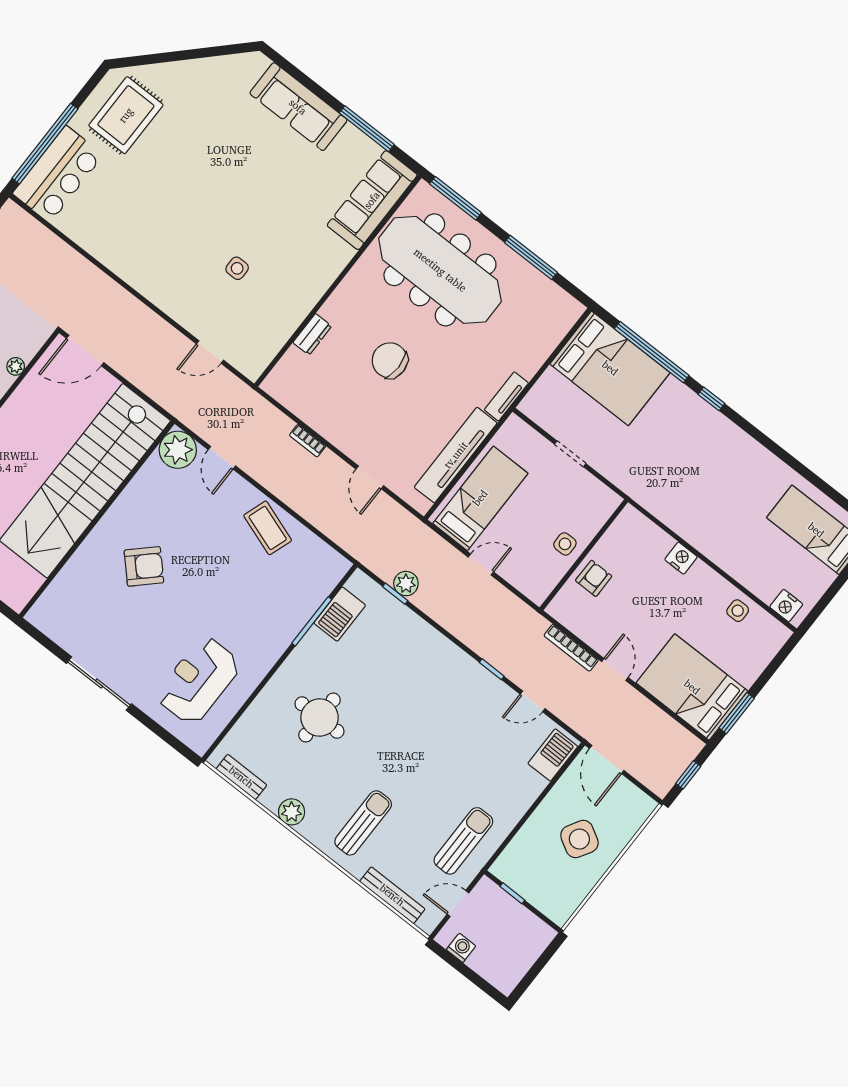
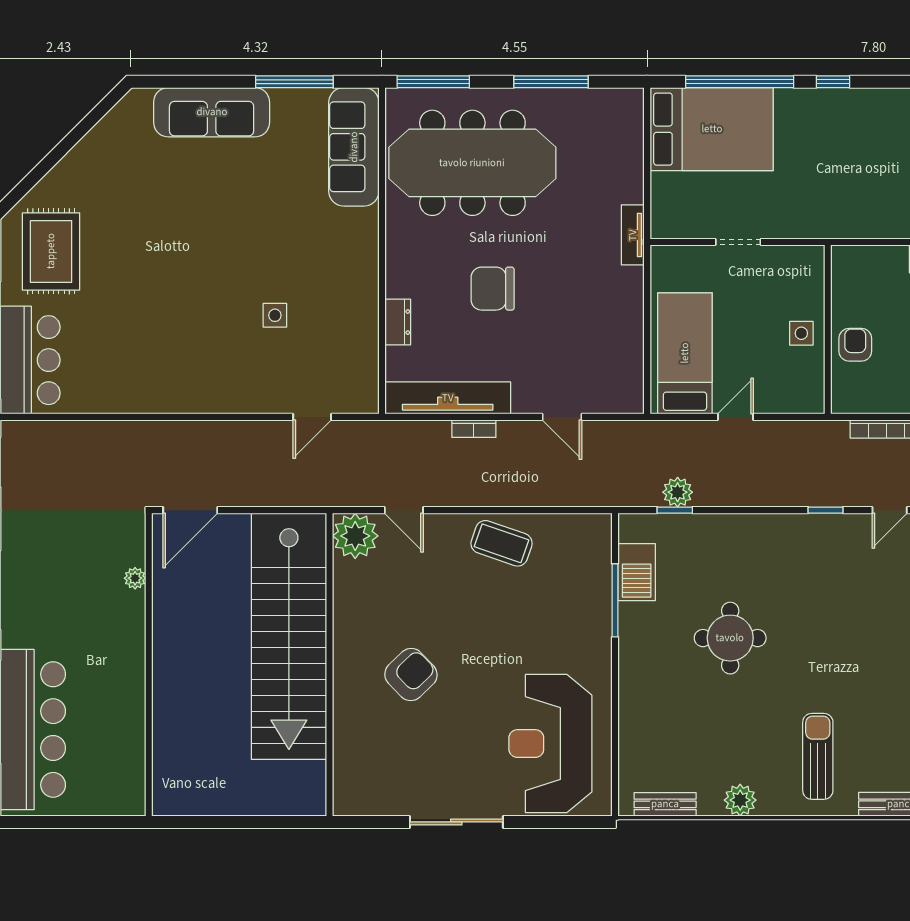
tv unit: (456, 455) -> (448, 398), moved, turned 90
reception desk: (198, 681) -> (550, 744), width x1.36, depth x1.30
round table: (320, 718) -> (730, 638), moved

